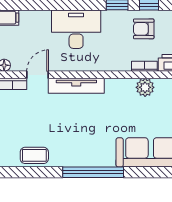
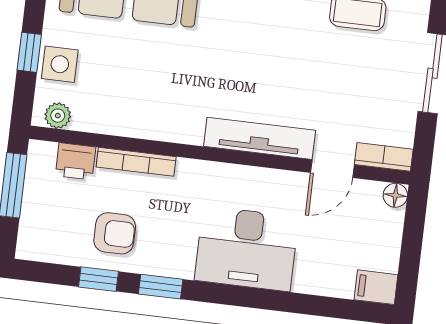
bookcase: (144, 66) -> (136, 162), width x1.56
plant: (145, 87) -> (126, 119), removed

